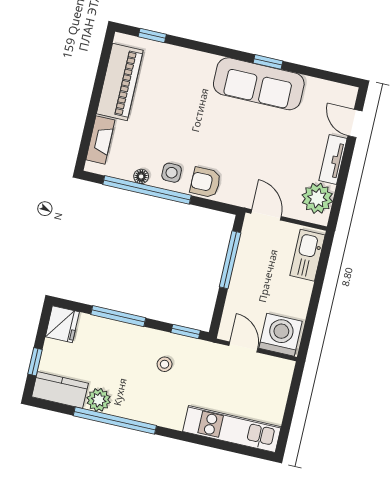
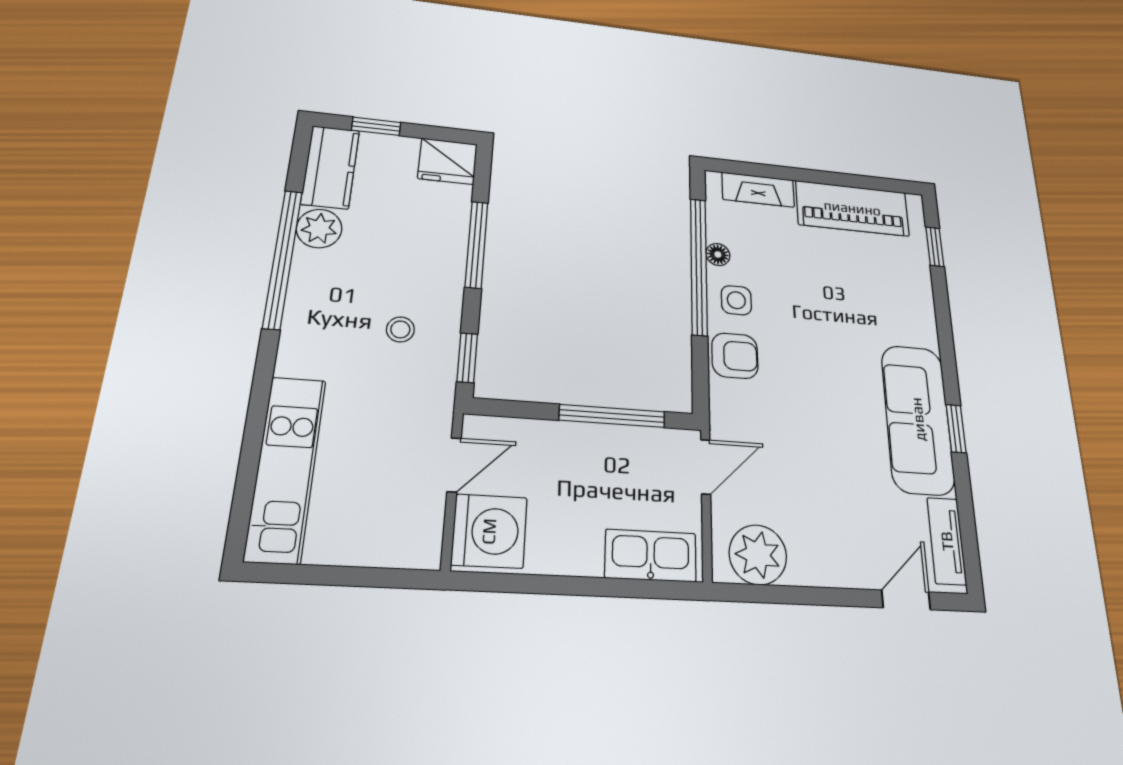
tv unit: (333, 160) -> (947, 541), moved, turned -90
armchair: (205, 182) -> (735, 356), turned 90

